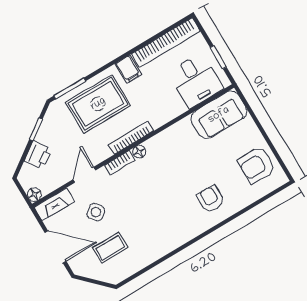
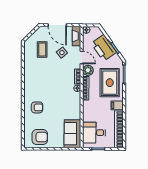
plant: (99, 152) -> (88, 70), added
printer: (38, 155) -> (104, 48), width x1.87, depth x1.48
armchair: (257, 165) -> (40, 137), turned 90
door: (55, 247) -> (57, 25), hinge flipped

